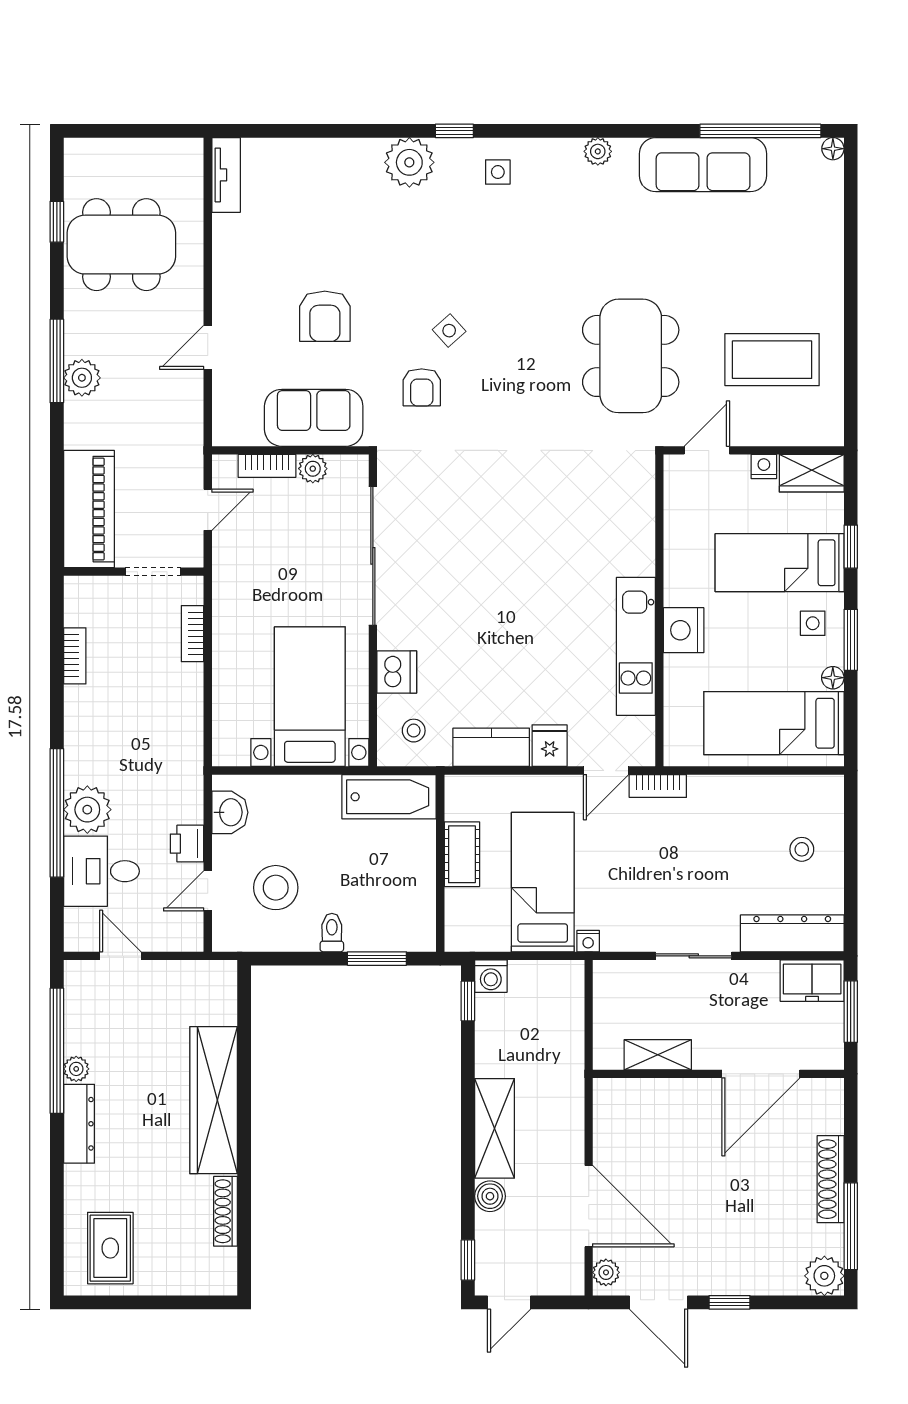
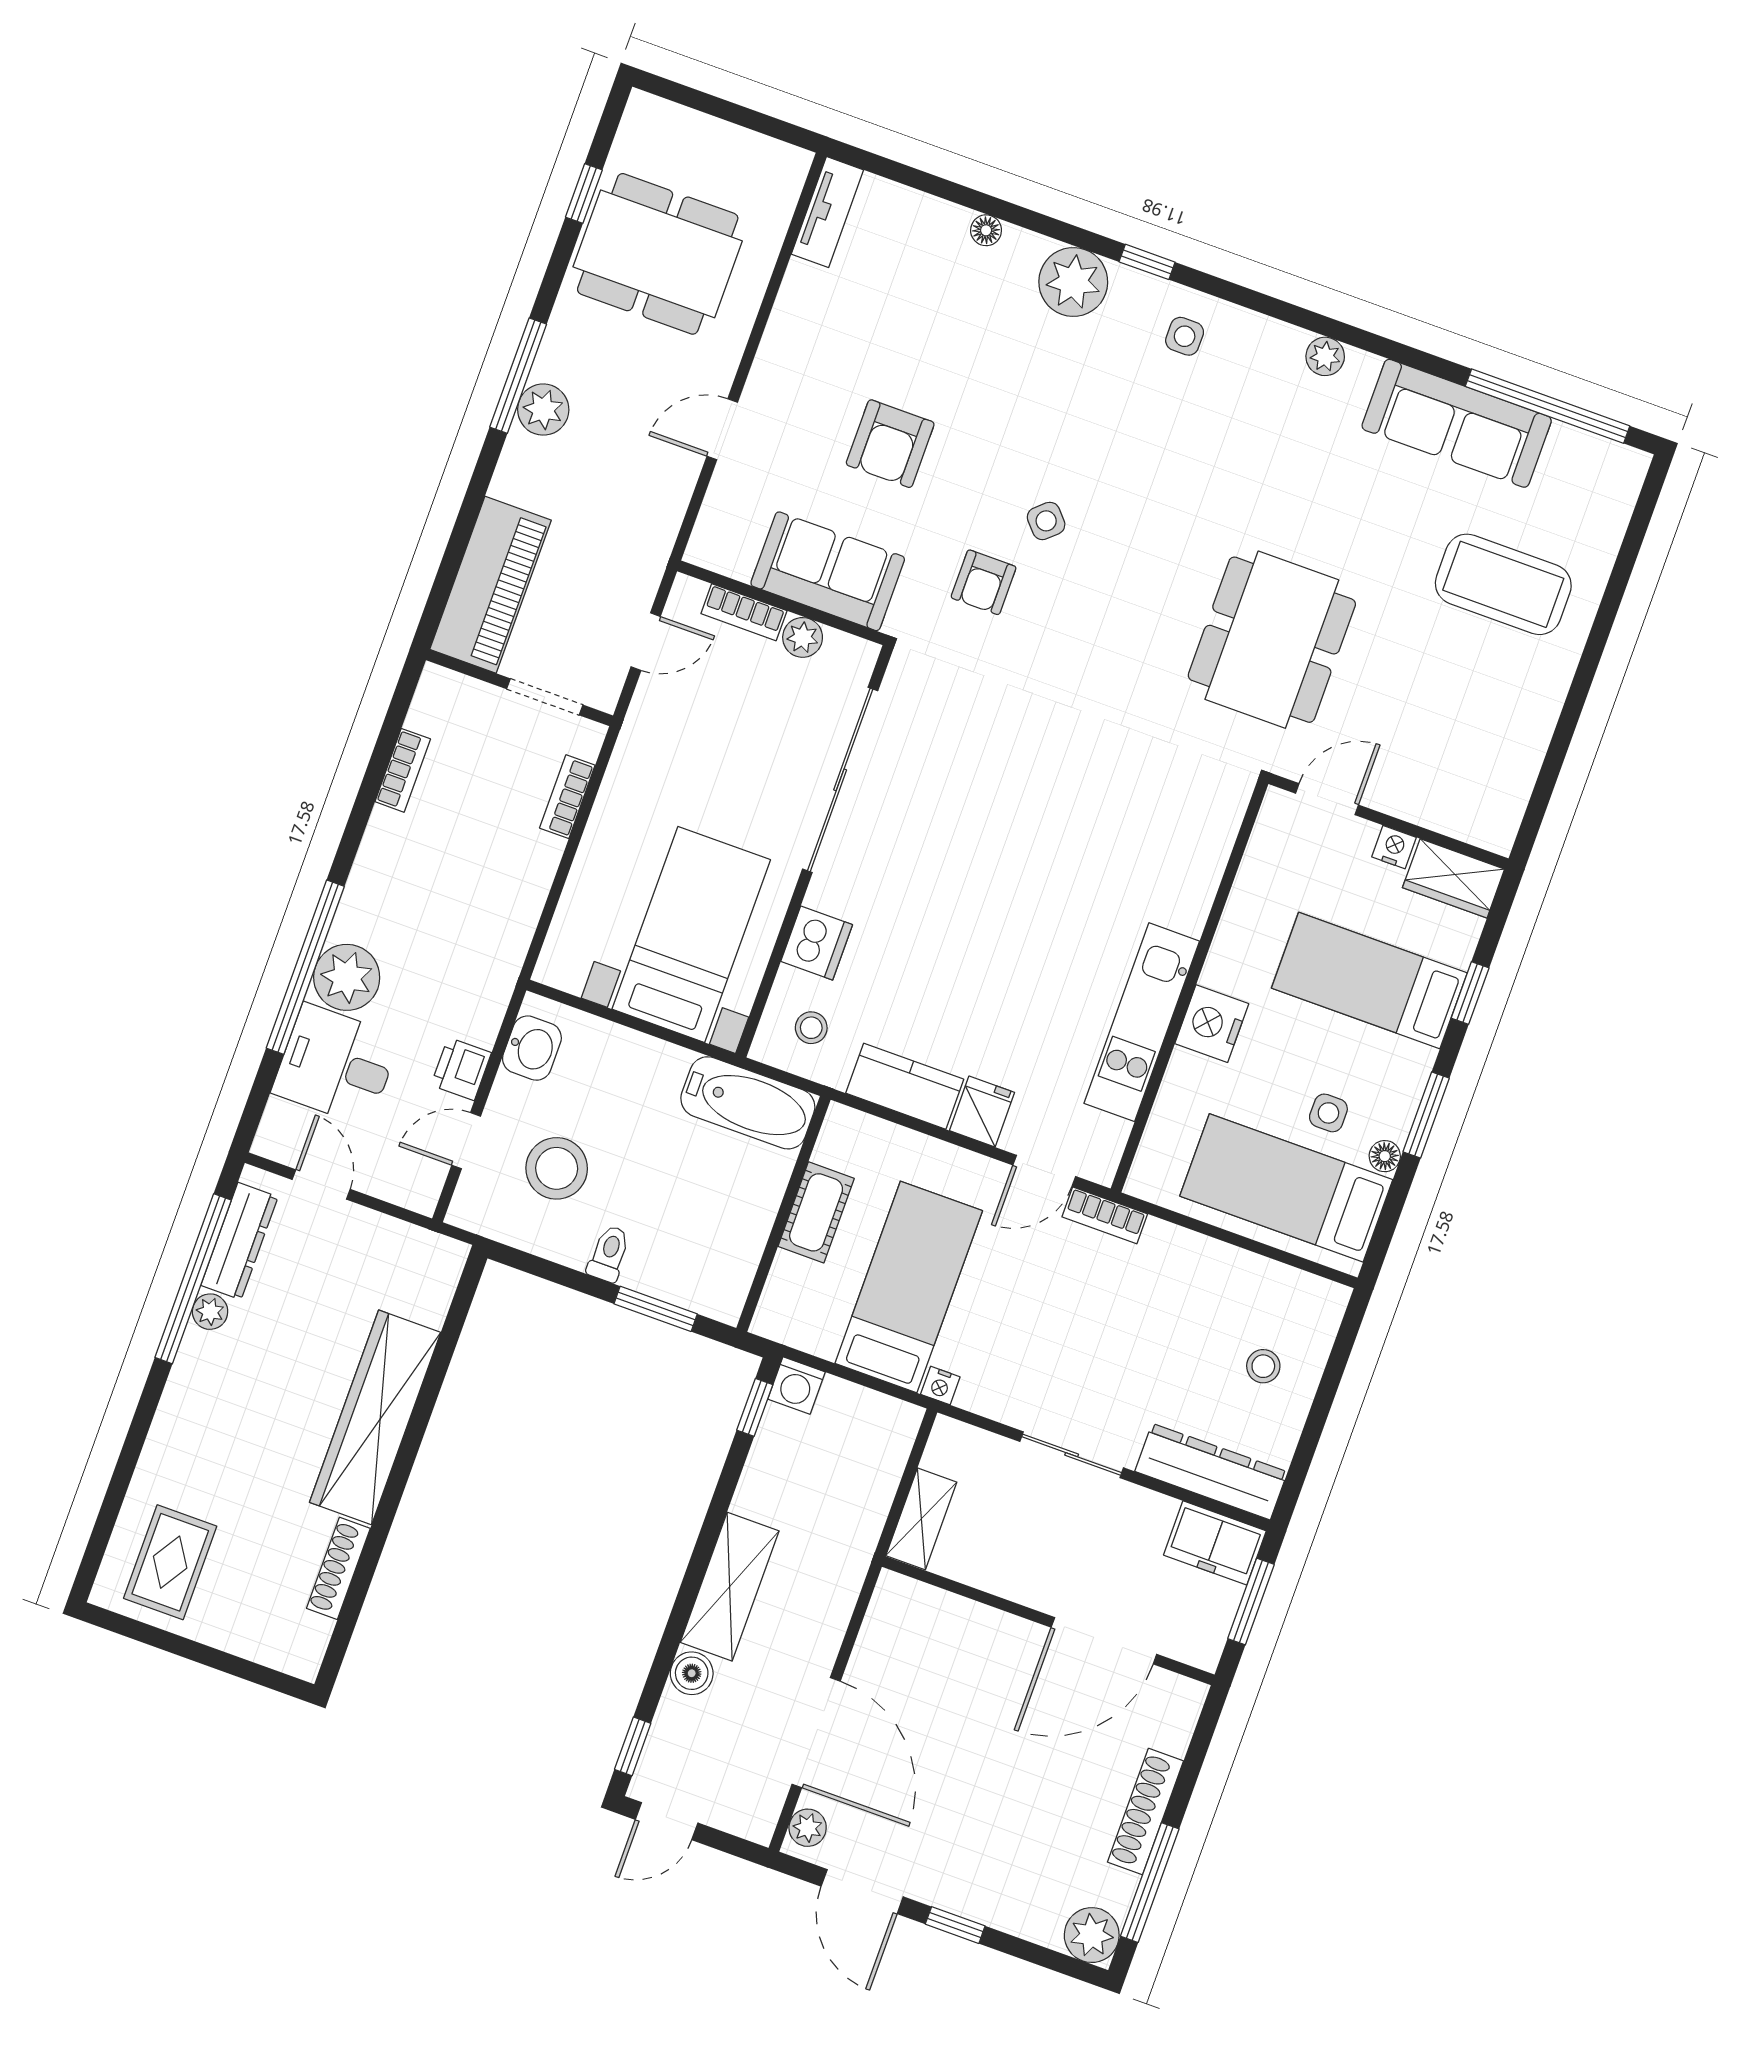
floor lamp: (833, 149) -> (986, 230), moved
coffee table: (772, 360) -> (1503, 584), moved
side table: (813, 623) -> (1328, 1113), moved
shelving: (658, 1055) -> (921, 1519), moved, turned 90
dresser: (79, 1124) -> (239, 1241), moved

